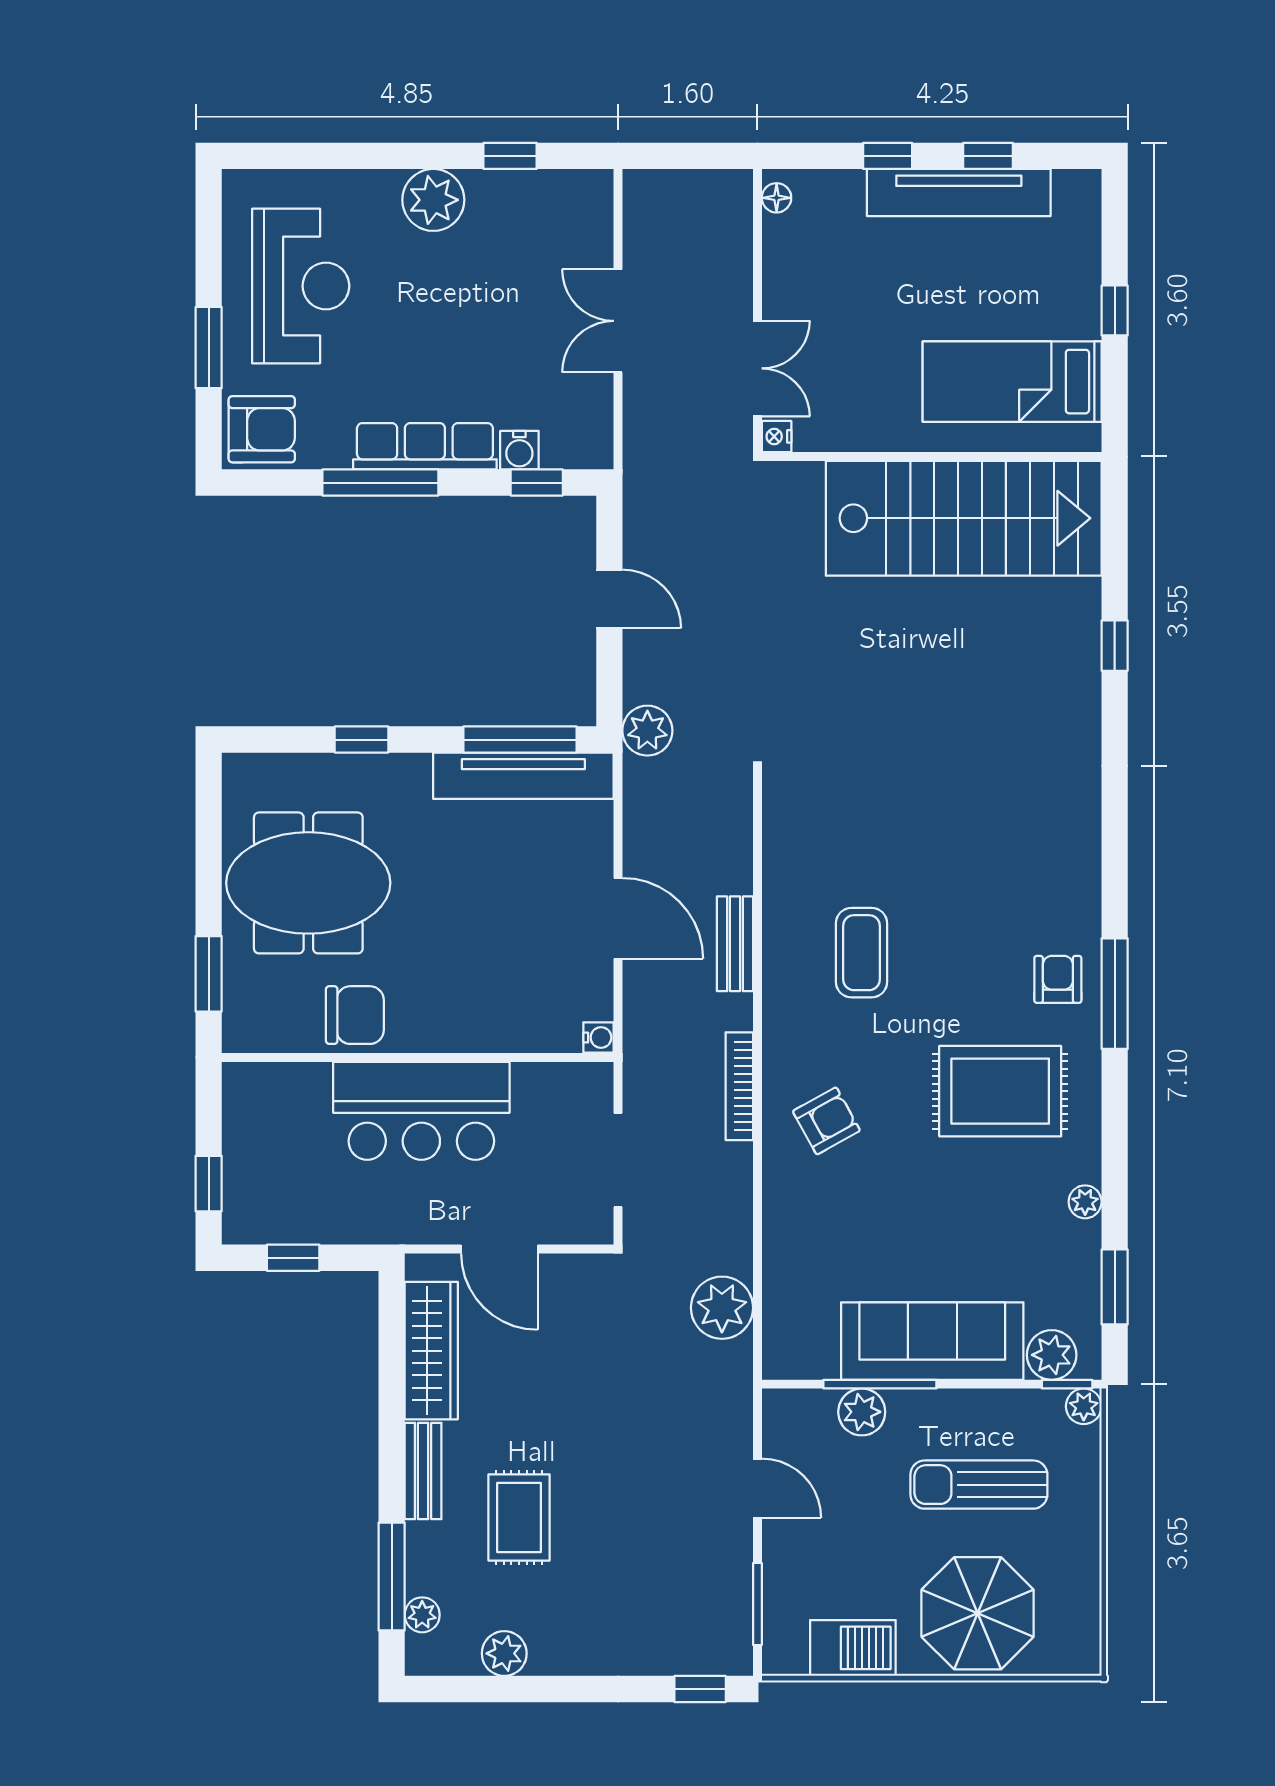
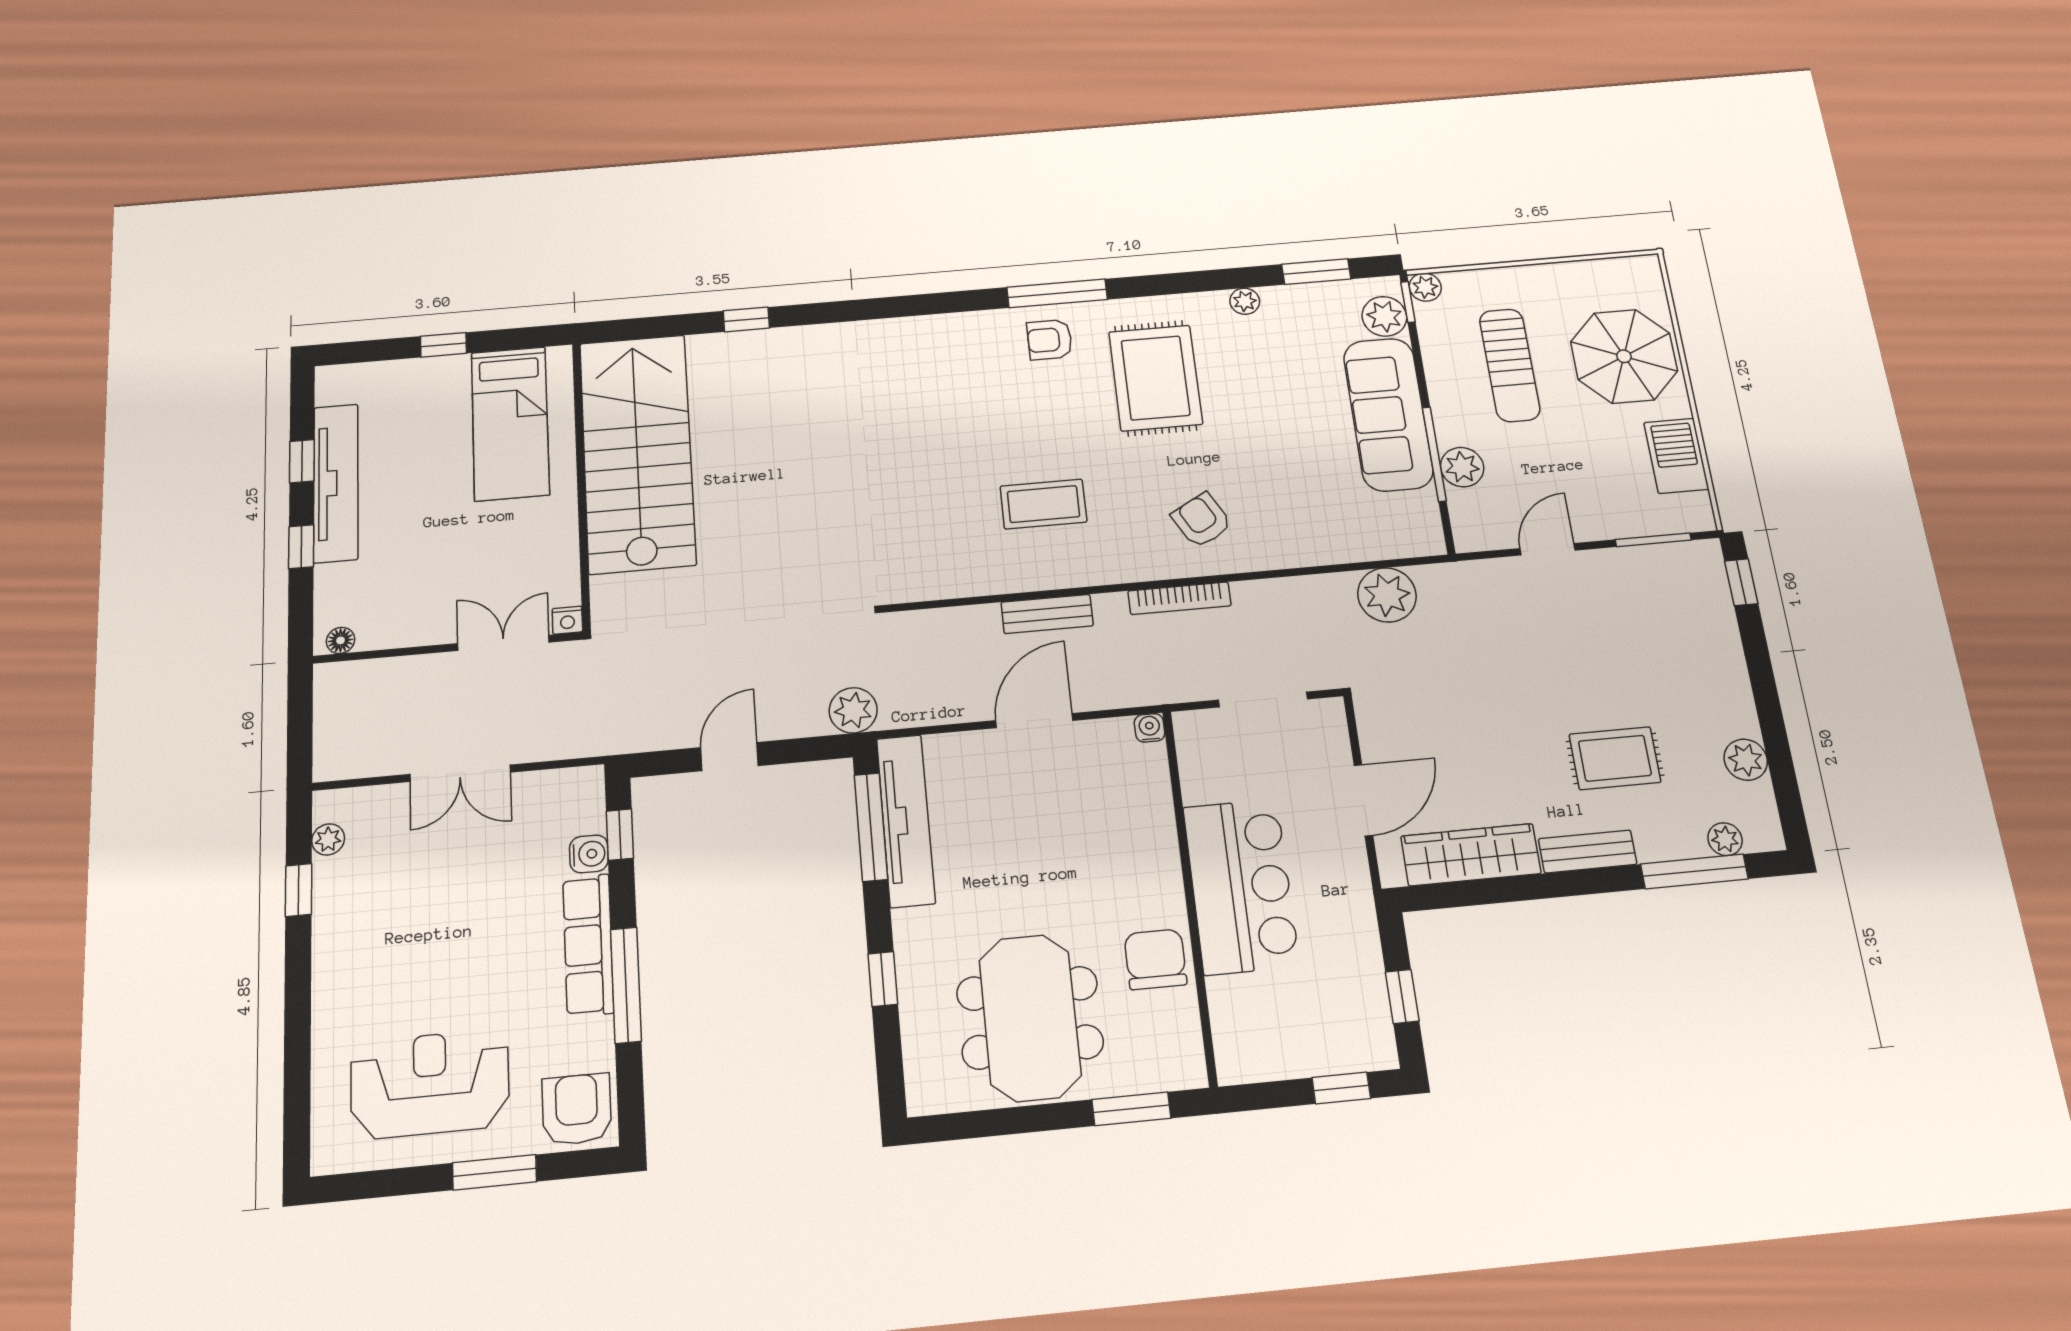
plant: (433, 200) -> (328, 839), moved, width x0.53, depth x0.53

